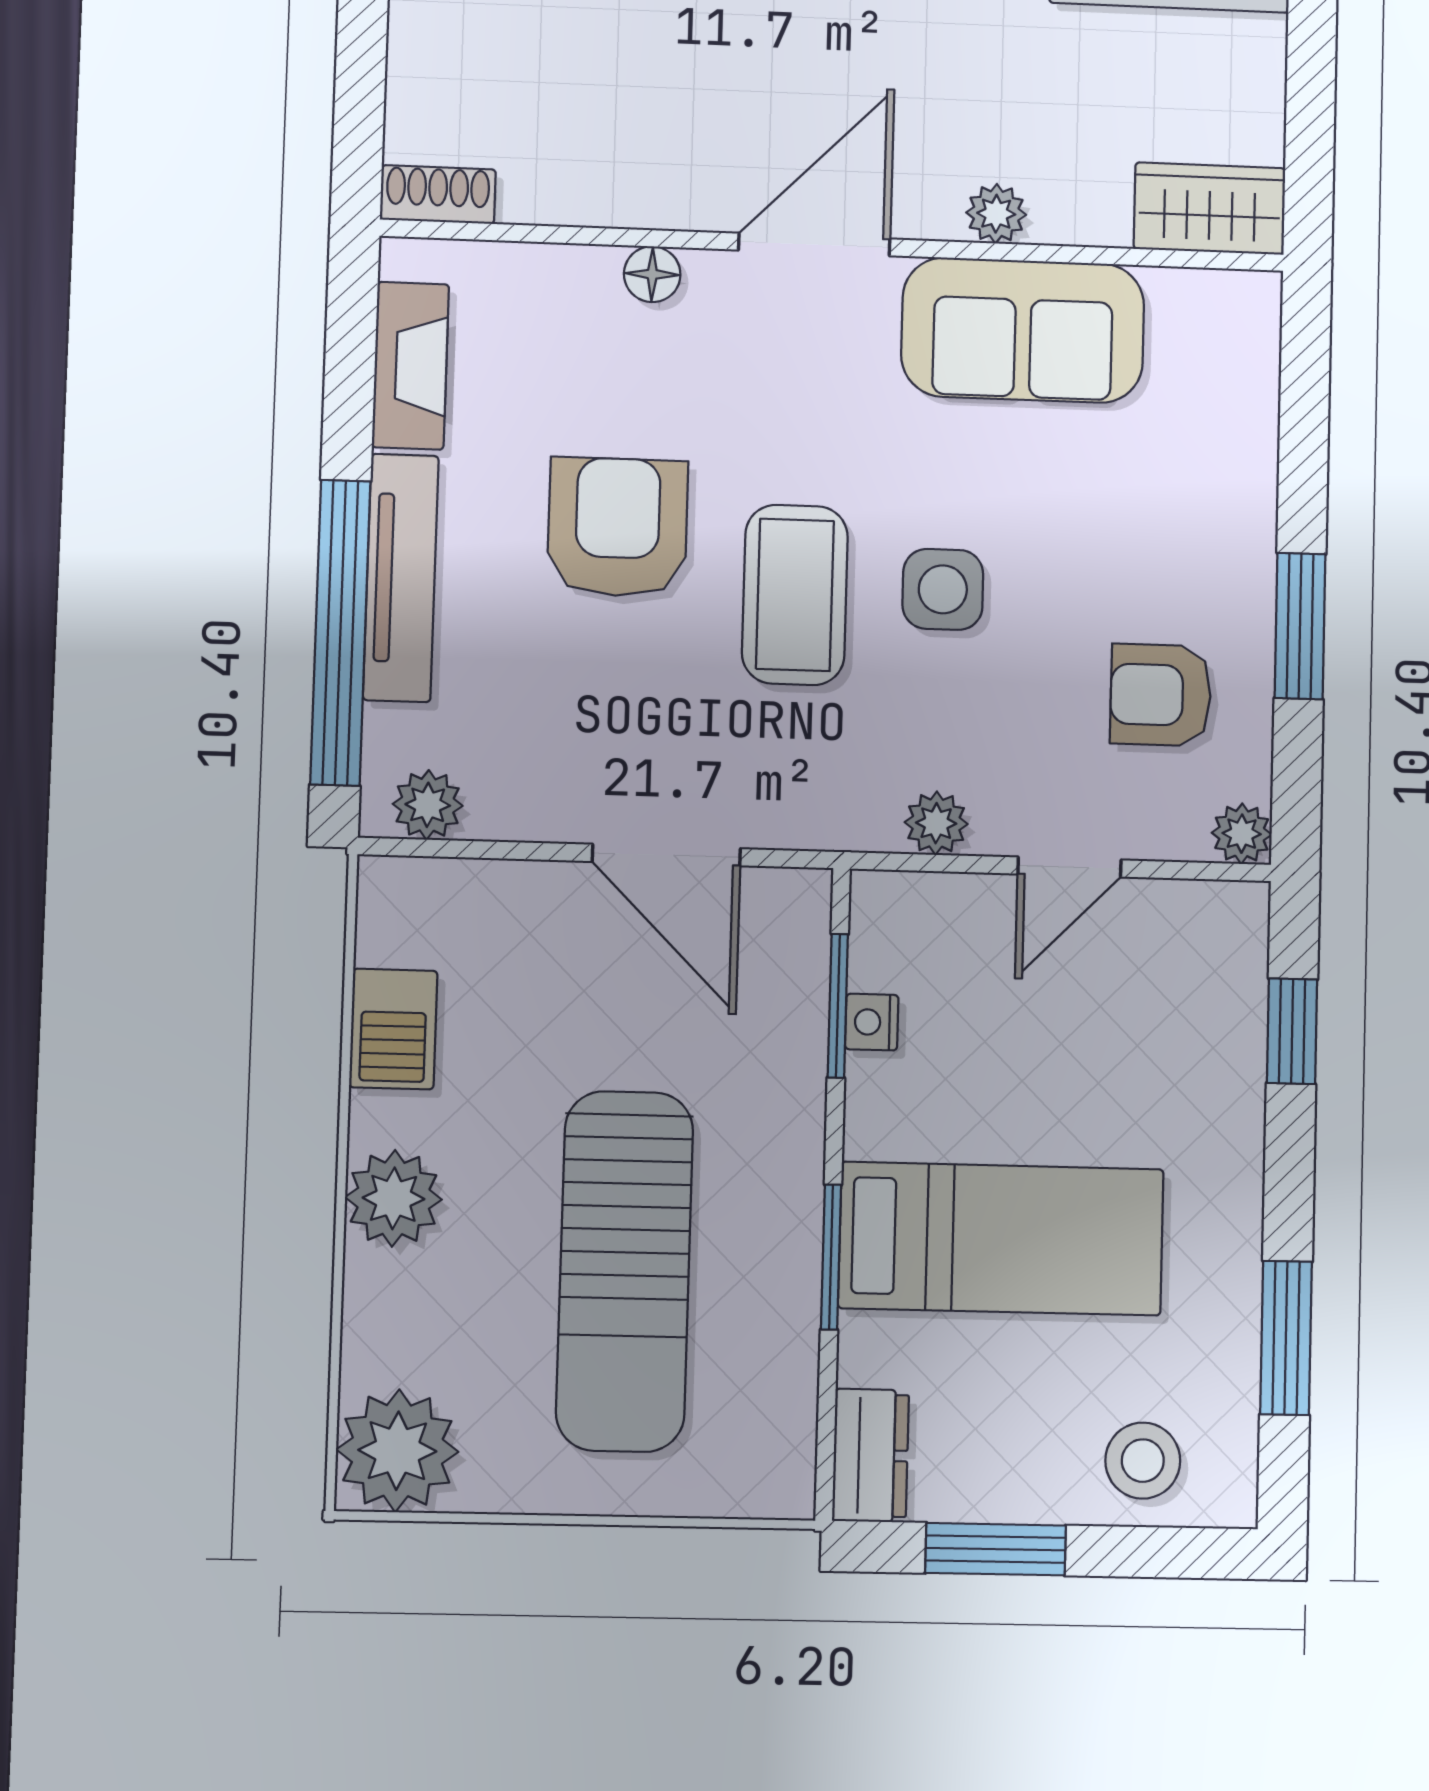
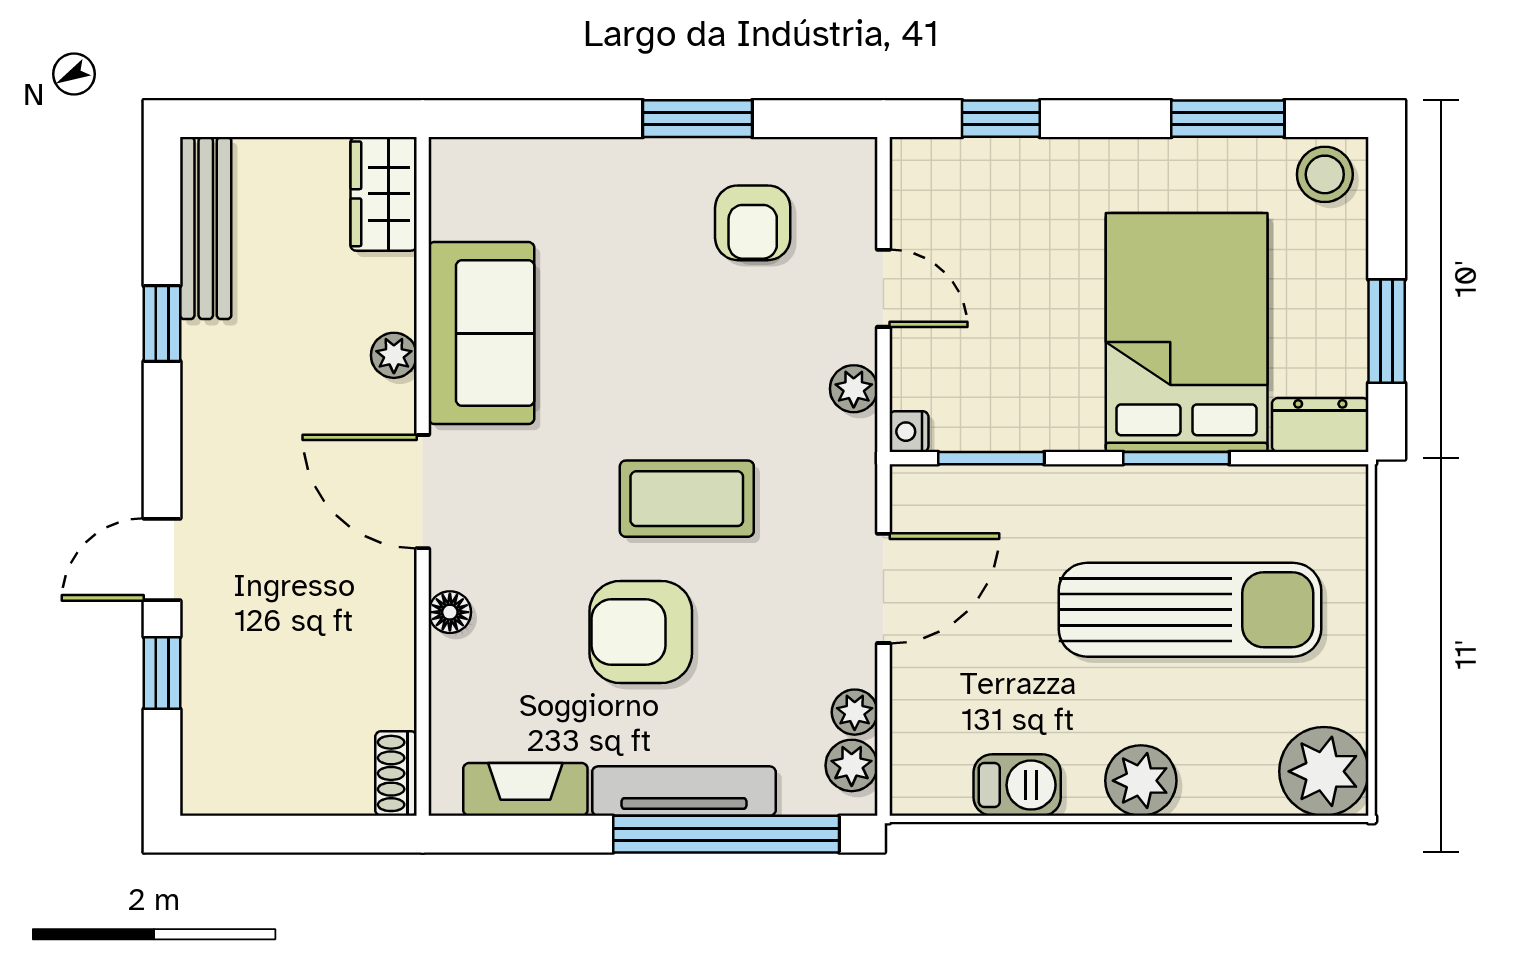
side table: (943, 589) -> (679, 388), removed
plant: (1242, 834) -> (855, 712), moved
nightstand: (872, 1022) -> (909, 432), moved, turned 90
bed: (1001, 1239) -> (1187, 332), width x1.50
stool: (1143, 1461) -> (1325, 174), moved

